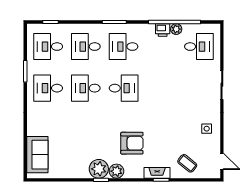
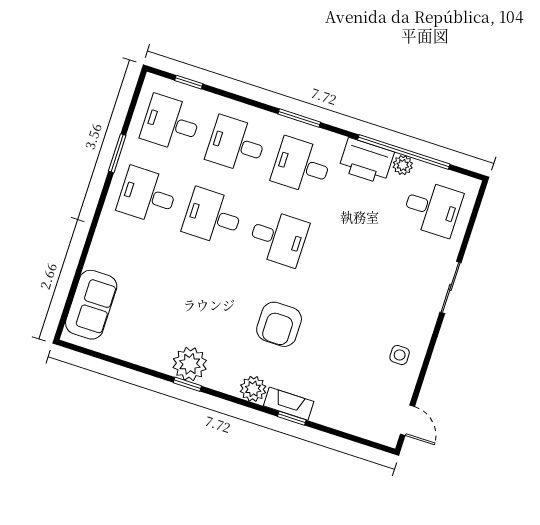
printer: (163, 30) -> (366, 161), width x1.87, depth x1.48
armchair: (132, 143) -> (279, 324), moved, turned 90
coffee table: (187, 163) -> (346, 404), removed
plant: (116, 171) -> (253, 389), moved

